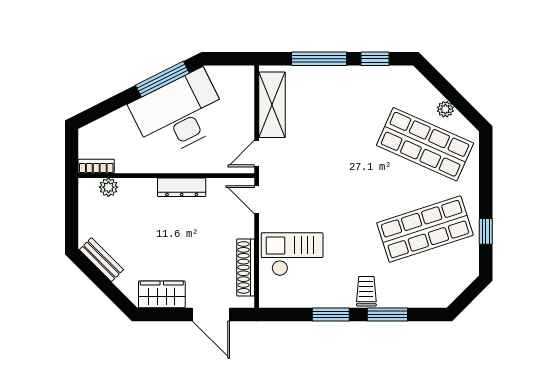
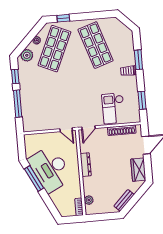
plant: (416, 86) -> (27, 55), added
shelving: (272, 105) -> (42, 124), removed
window: (486, 231) -> (63, 18), moved
window: (331, 314) -> (142, 100), moved

